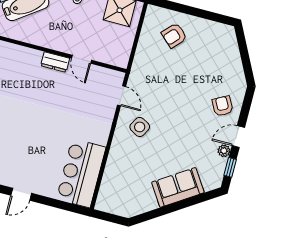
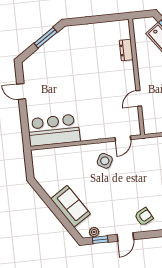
dresser: (55, 62) -> (126, 50), moved
door: (238, 137) -> (125, 237), swing flipped
plant: (224, 151) -> (94, 232), moved

